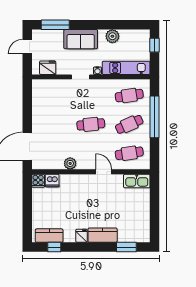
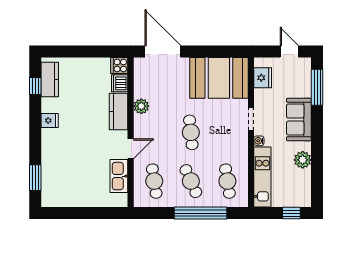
booth: (48, 102) -> (219, 78), added
kitchen sink: (137, 181) -> (119, 176), moved
kitchen counter: (103, 235) -> (119, 112), moved, turned 180

